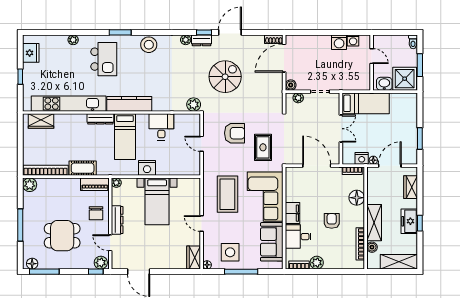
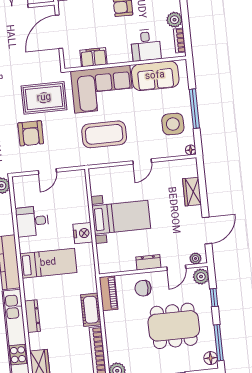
dresser: (100, 119) -> (32, 316), moved
armchair: (235, 133) -> (31, 133), turned 180
rug: (263, 147) -> (44, 98), width x1.36, depth x1.43
plant: (116, 183) -> (195, 258), moved
chair: (96, 213) -> (143, 288), turned 180
filing cabinet: (293, 213) -> (93, 57), moved
dresser: (117, 220) -> (148, 262), width x0.70
dining table: (62, 236) -> (174, 326), width x1.38
wardrobe: (194, 258) -> (192, 192), moved, turned 90
window: (96, 272) -> (214, 298), moved

